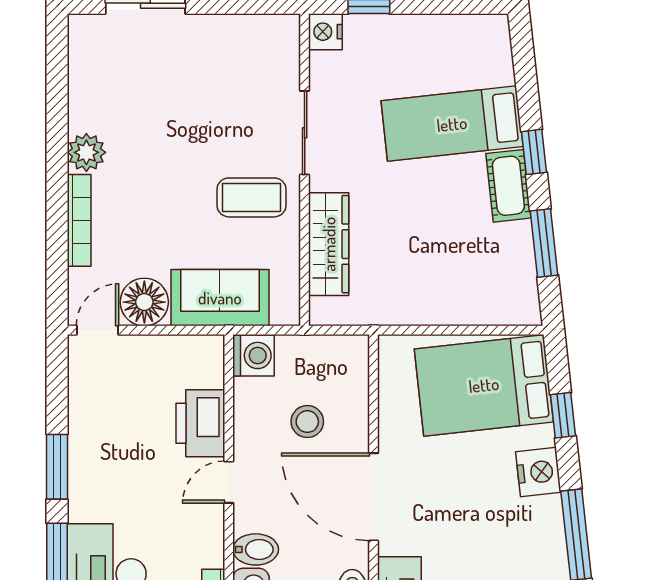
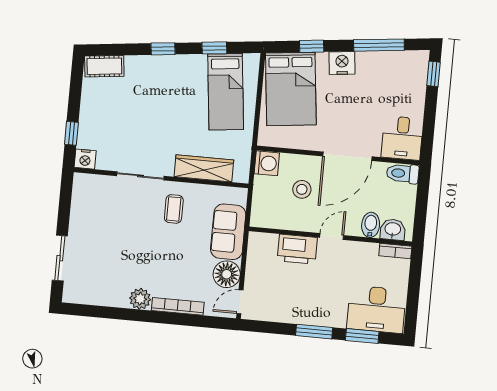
bed: (452, 124) -> (226, 92), moved
cot: (508, 186) -> (104, 66), moved
coffee table: (251, 197) -> (174, 209), width x0.73, depth x0.77
window: (544, 243) -> (214, 48), width x0.67
door: (98, 330) -> (240, 302), hinge flipped
washing machine: (254, 355) -> (267, 163), moved, turned 90
door: (229, 482) -> (332, 236), swing flipped

